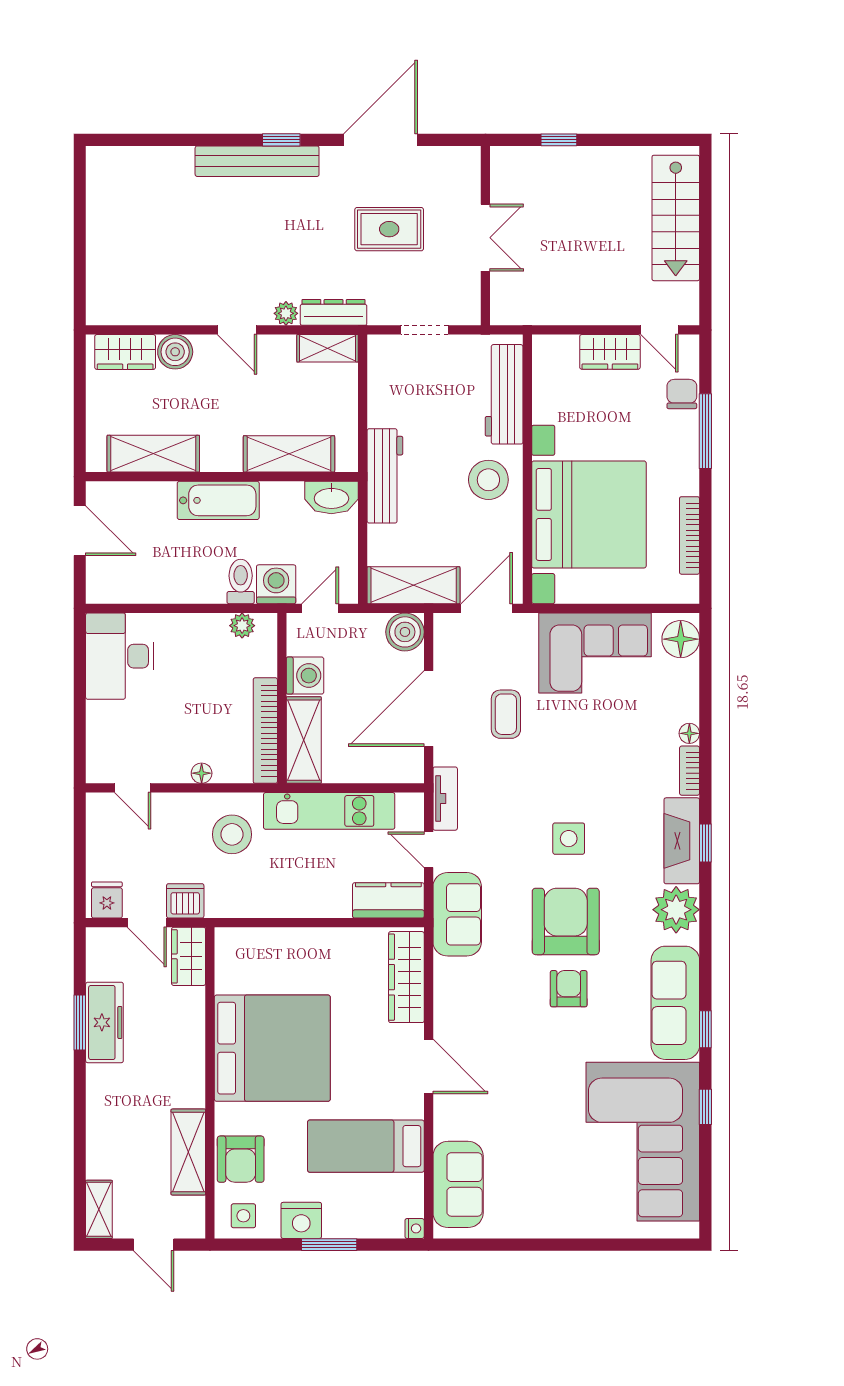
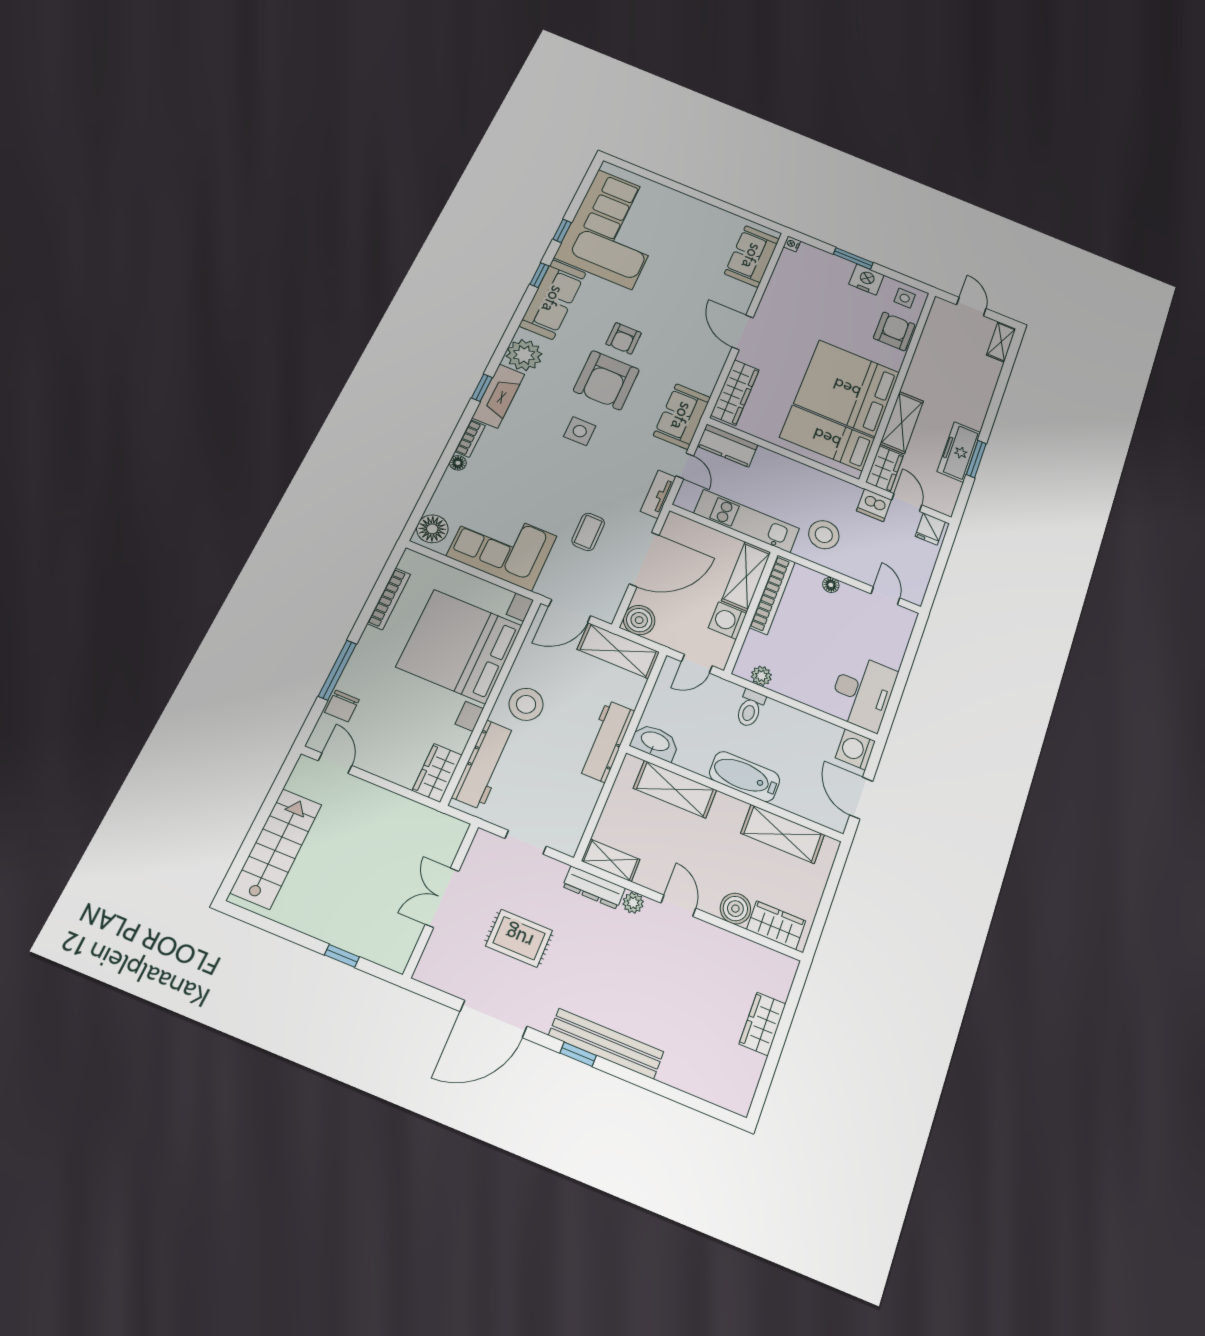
wardrobe: (103, 245) -> (763, 1024), added
wardrobe: (610, 352) -> (437, 773), moved, turned -90
washing machine: (276, 584) -> (855, 749), moved, turned 90
bed: (366, 1146) -> (827, 438), moved, turned 180
shelving: (188, 1152) -> (902, 422), moved

